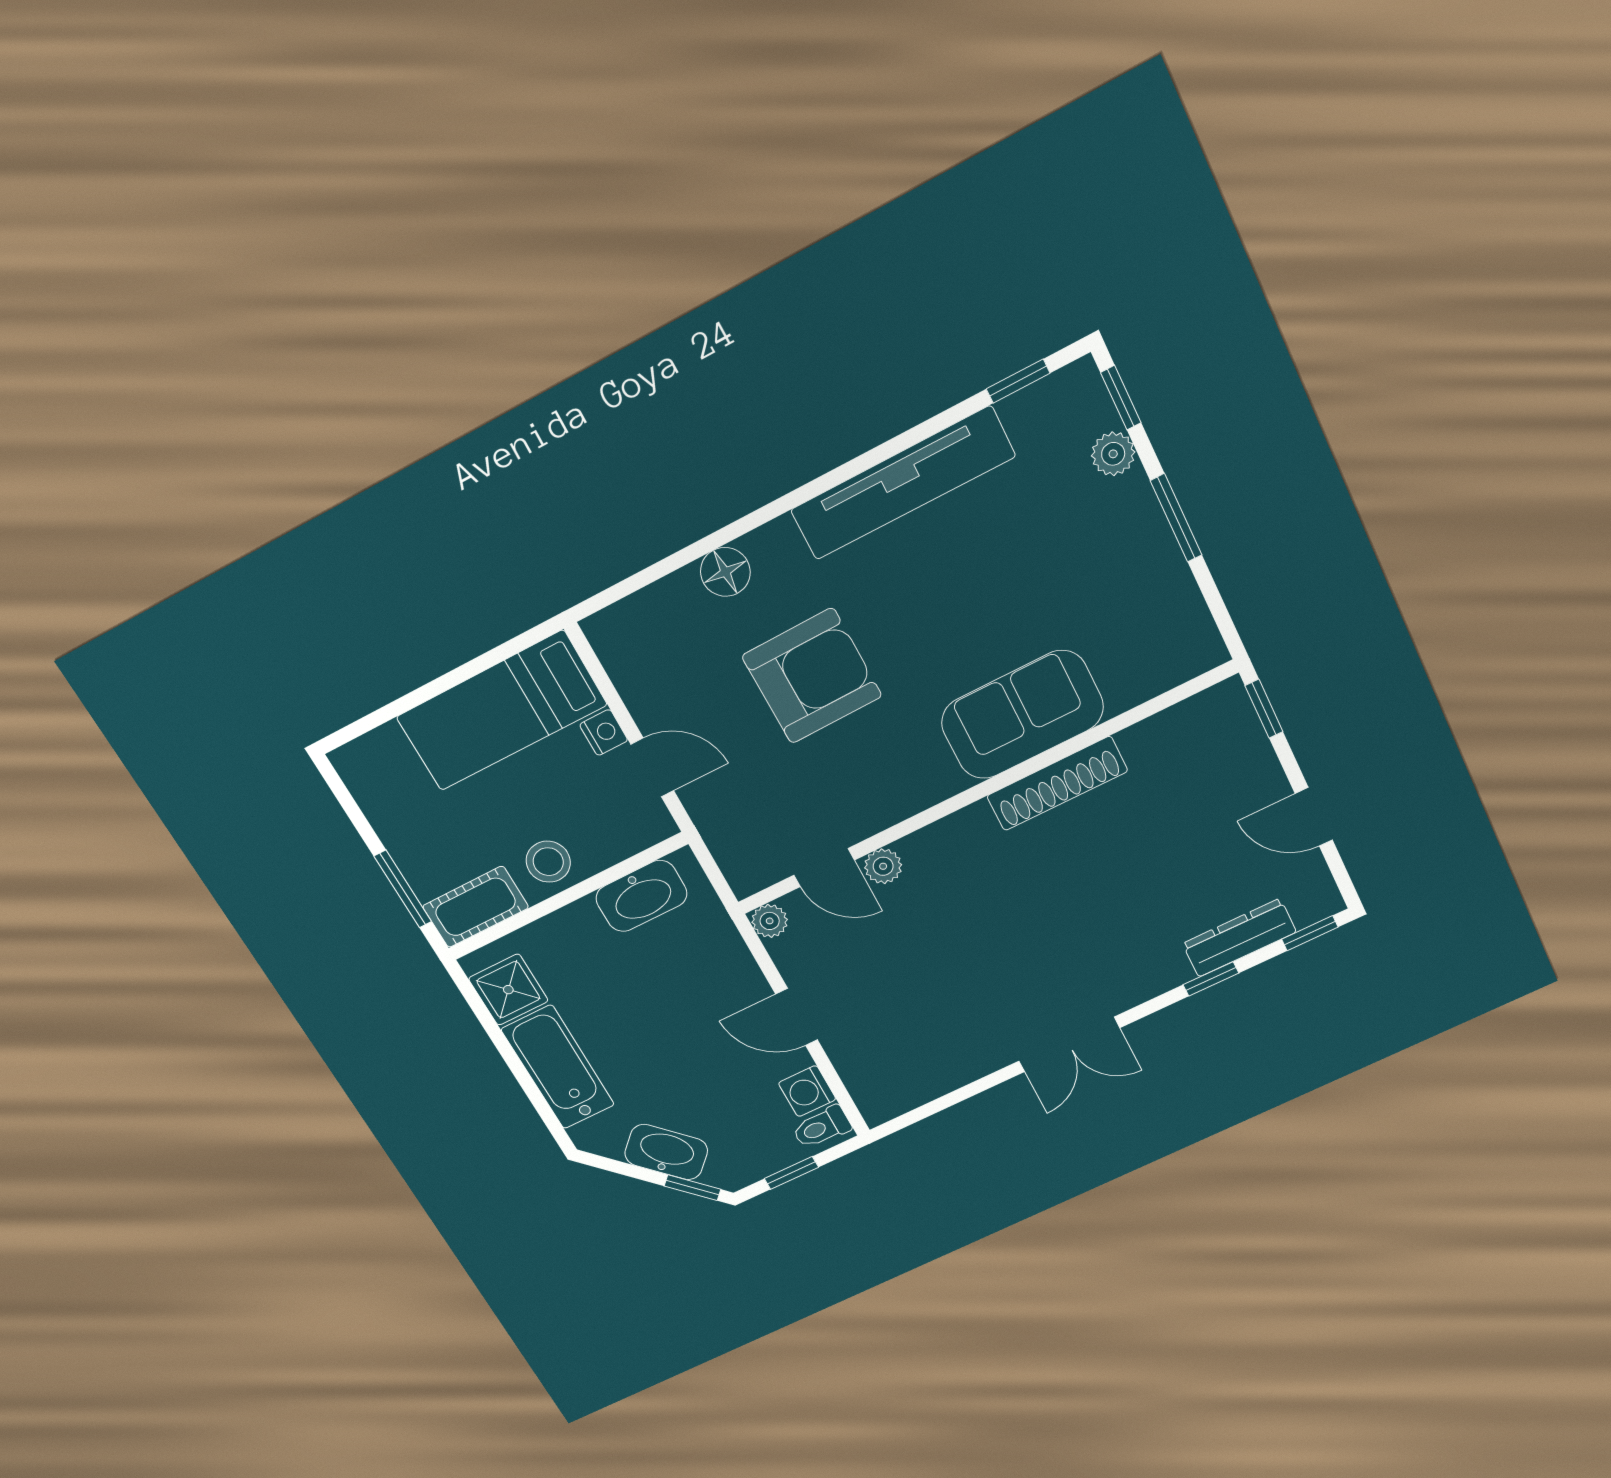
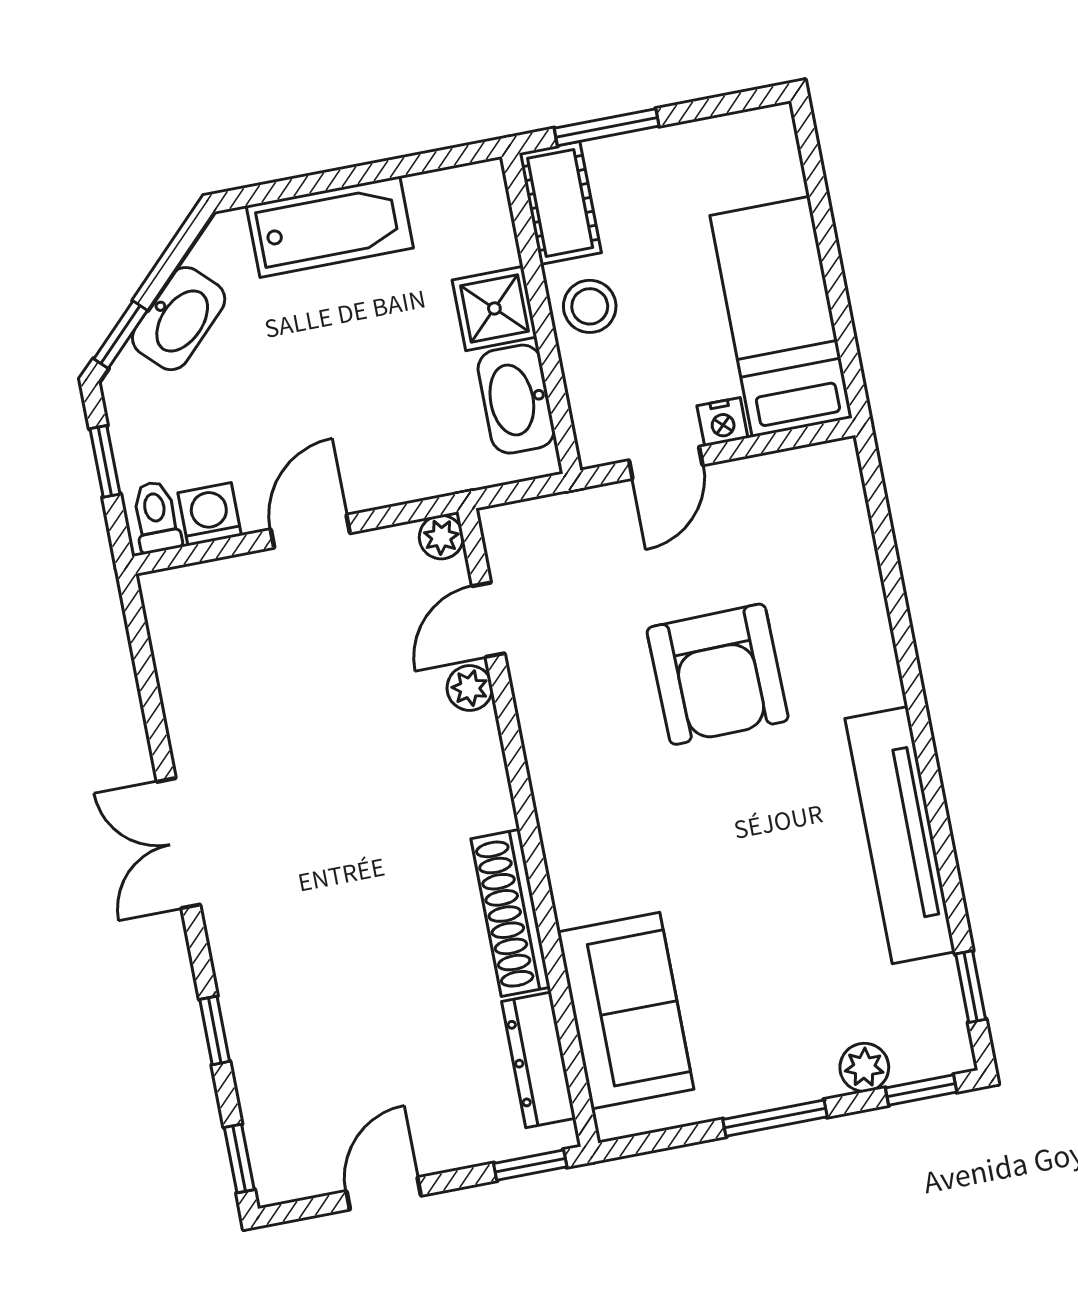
floor lamp: (725, 572) -> (862, 615), removed
sofa: (1022, 715) -> (626, 1011), moved
dresser: (1239, 938) -> (539, 1060), moved, turned 180
shower: (508, 990) -> (494, 308), moved

